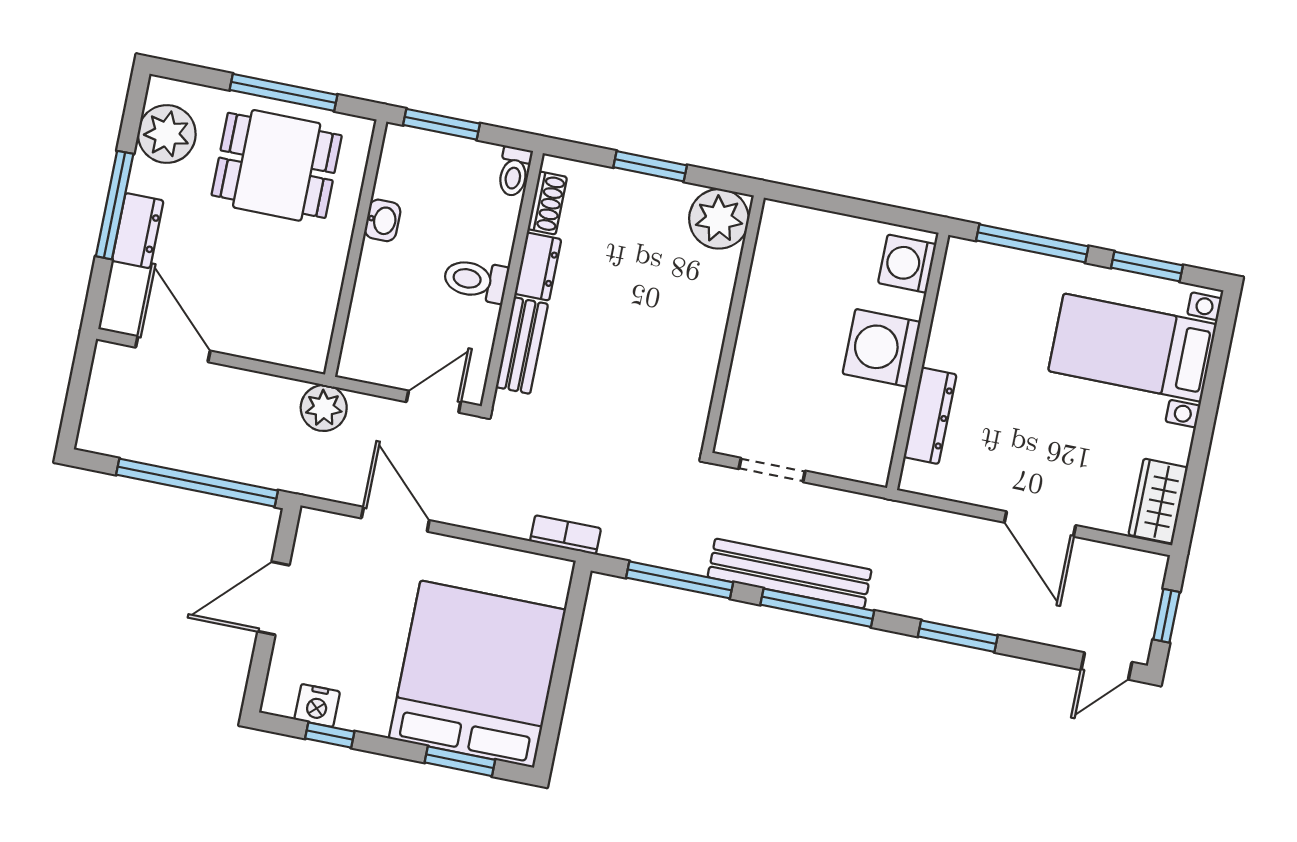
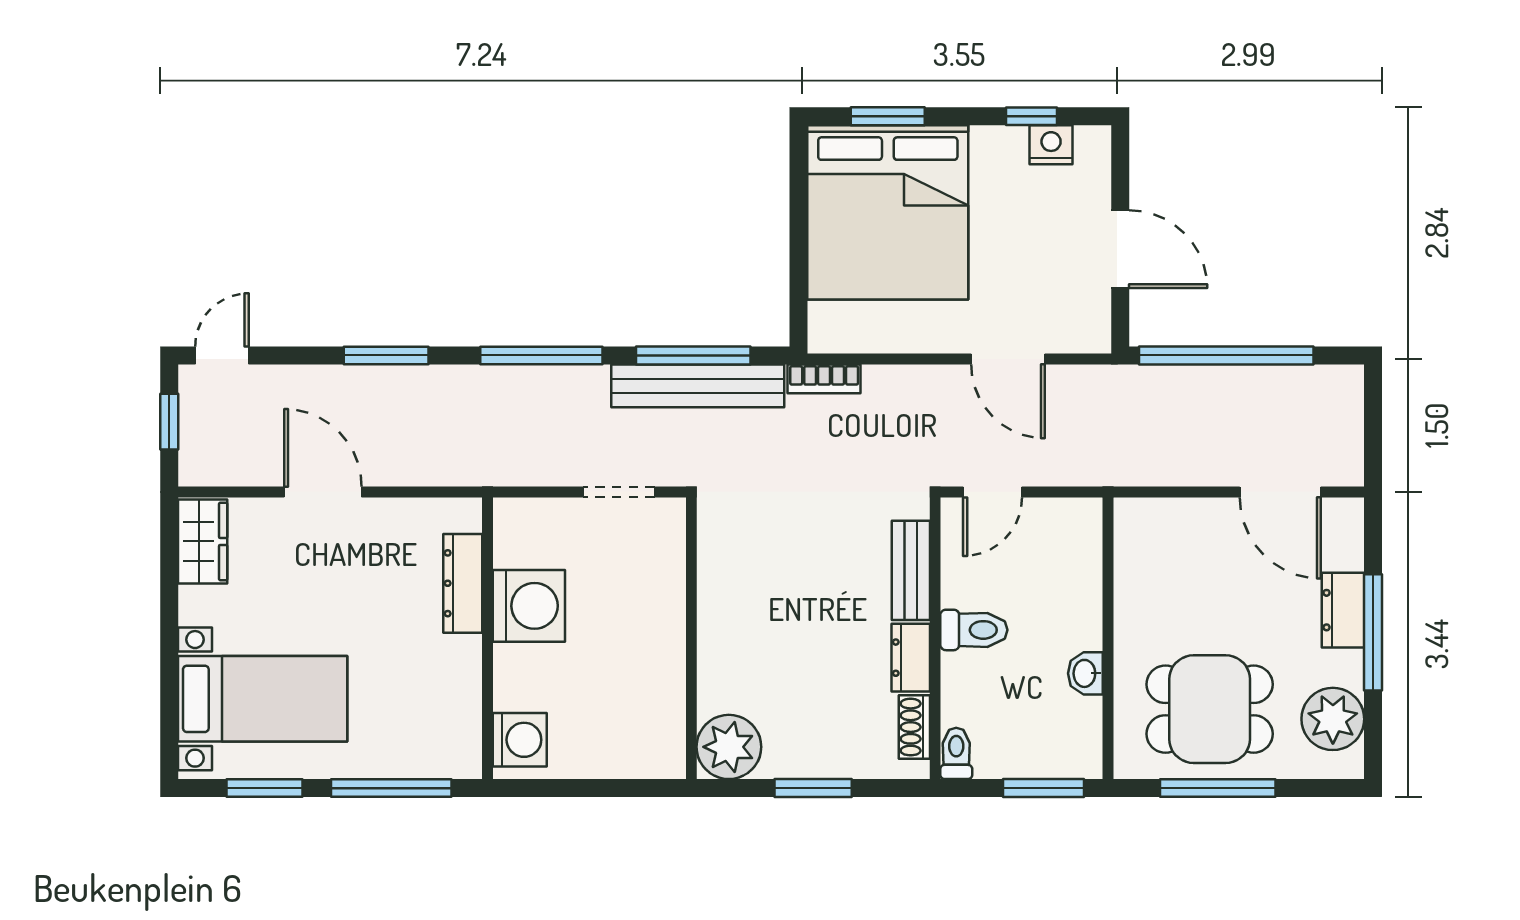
washing machine: (882, 348) -> (529, 606), moved
plant: (324, 408) -> (1108, 462), removed
bench: (790, 574) -> (698, 386), moved
door: (273, 598) -> (1120, 249), hinge flipped

